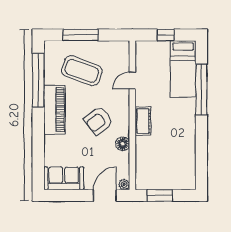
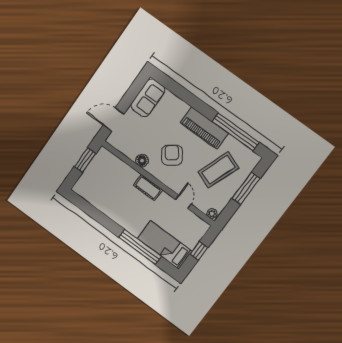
plant: (124, 185) -> (212, 214), moved
door: (105, 195) -> (113, 120), swing flipped

